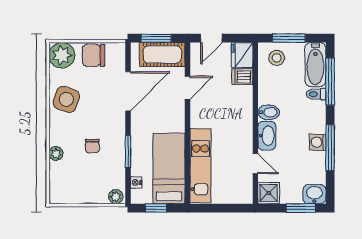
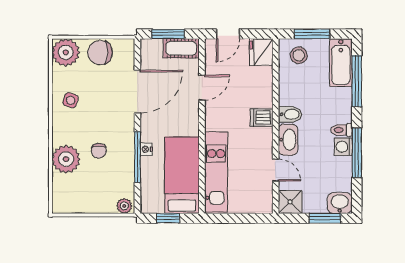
cot: (162, 54) -> (181, 48), width x0.73, depth x0.75
dishwasher: (242, 77) -> (262, 117), moved
toilet: (316, 94) -> (342, 130), moved
side table: (66, 99) -> (71, 100), width x0.54, depth x0.54
window: (128, 152) -> (137, 157), width x1.44
plant: (56, 154) -> (66, 159), width x1.88, depth x1.88
nightstand: (136, 182) -> (146, 149), moved

